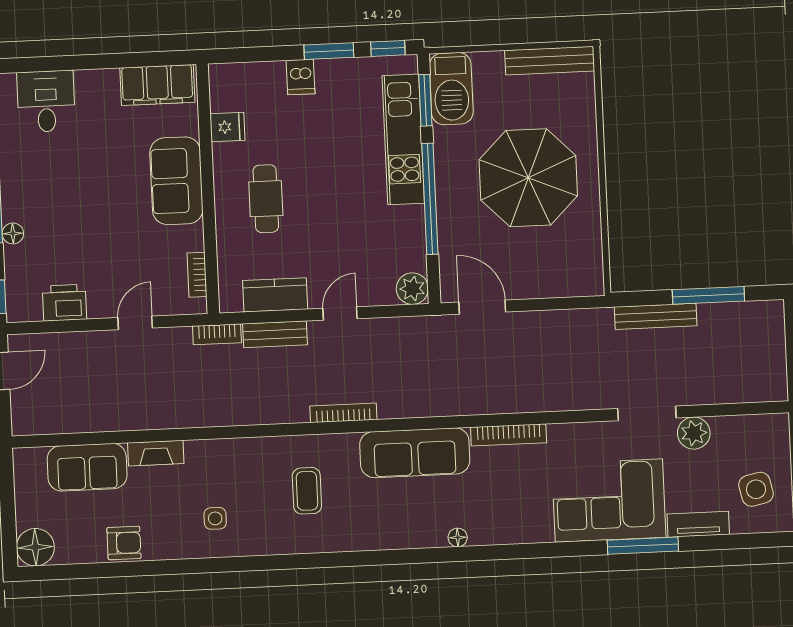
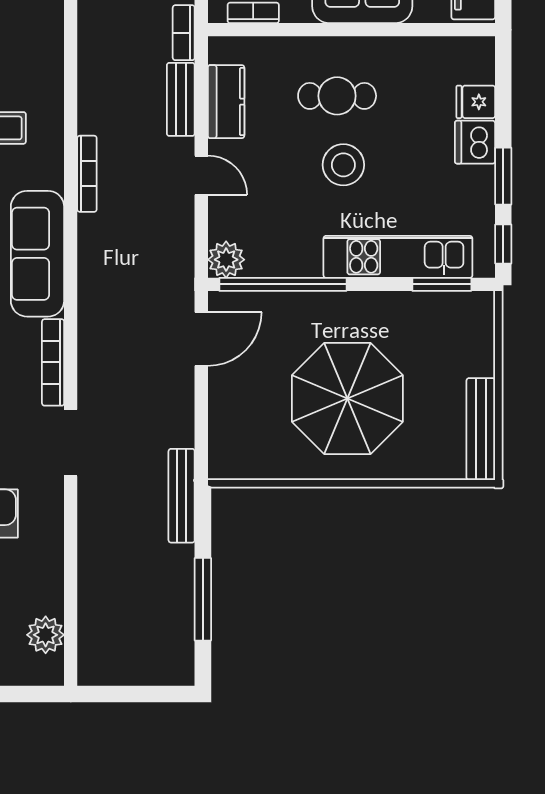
dishwasher: (301, 77) -> (475, 142), width x1.38
barbecue: (451, 89) -> (454, 315), removed
fridge: (227, 127) -> (476, 102), moved, turned 90
stool: (325, 190) -> (343, 165), added
window: (430, 199) -> (283, 284), moved
bench: (656, 316) -> (182, 496), moved
doorway: (647, 413) -> (71, 443), moved
plant: (694, 433) -> (46, 635), moved

